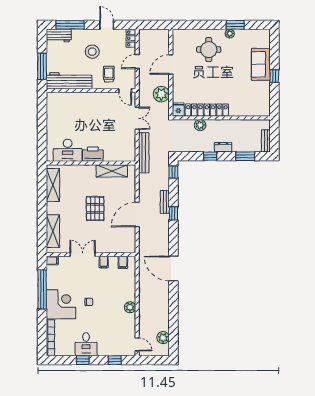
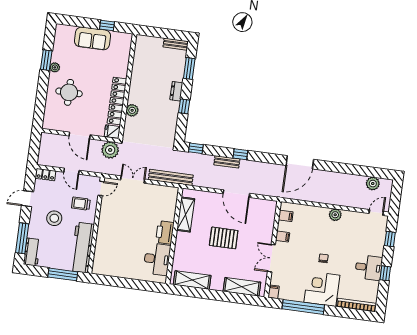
fridge: (178, 110) -> (112, 132), moved
locker: (207, 110) -> (117, 101), moved
wall: (221, 118) -> (127, 87), moved
plant: (200, 125) -> (132, 110), moved

